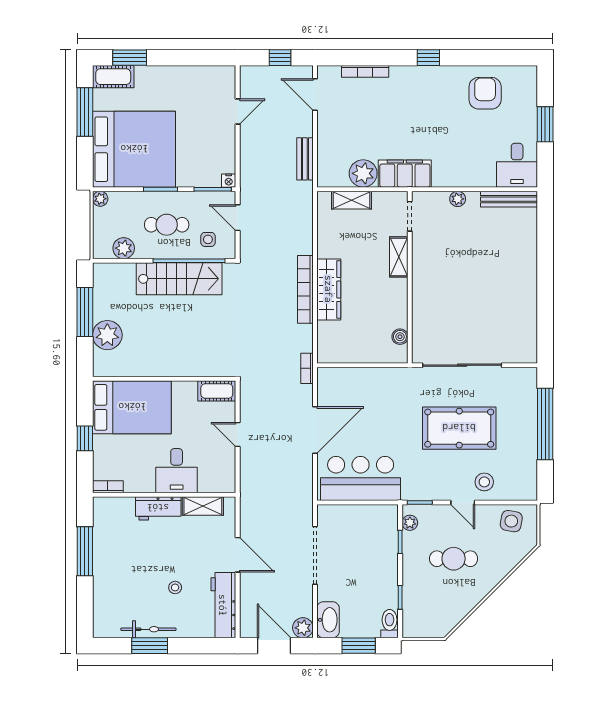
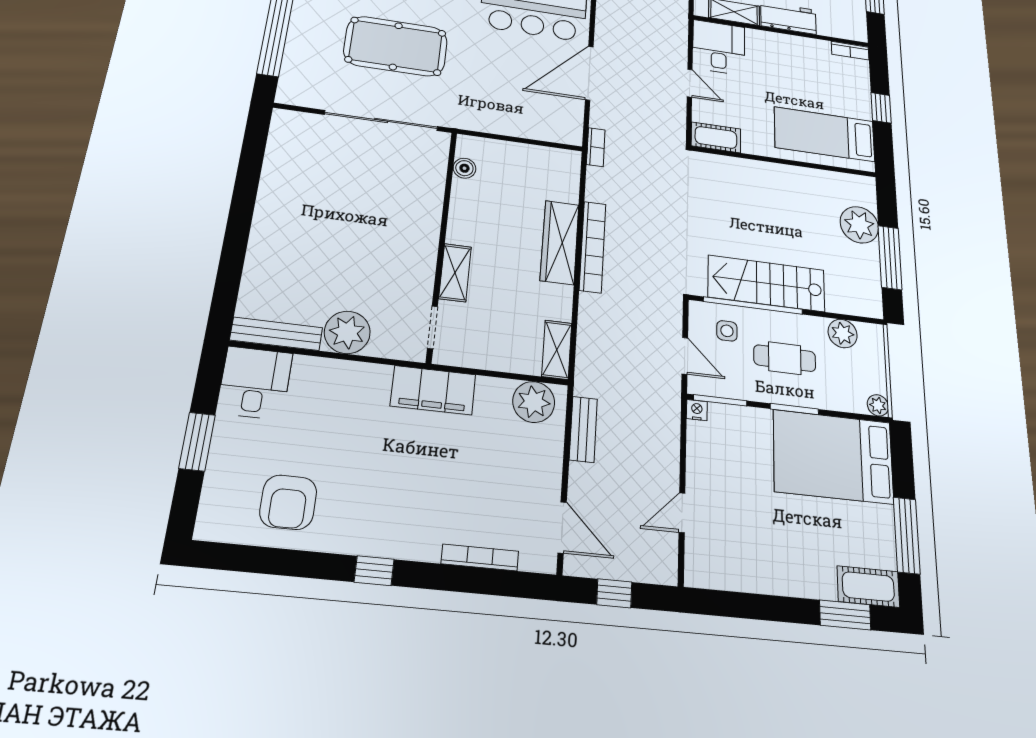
bed: (134, 149) -> (833, 457), width x0.73
plant: (363, 173) -> (534, 402), moved
plant: (458, 199) -> (347, 332), width x1.87, depth x1.87
shelving: (352, 200) -> (557, 350), moved, turned 90
bed: (132, 407) -> (824, 134), width x0.67
desk: (177, 471) -> (719, 47), moved

